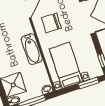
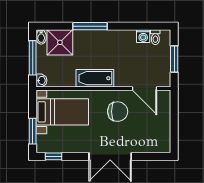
chair: (51, 23) -> (118, 112), turned 90

